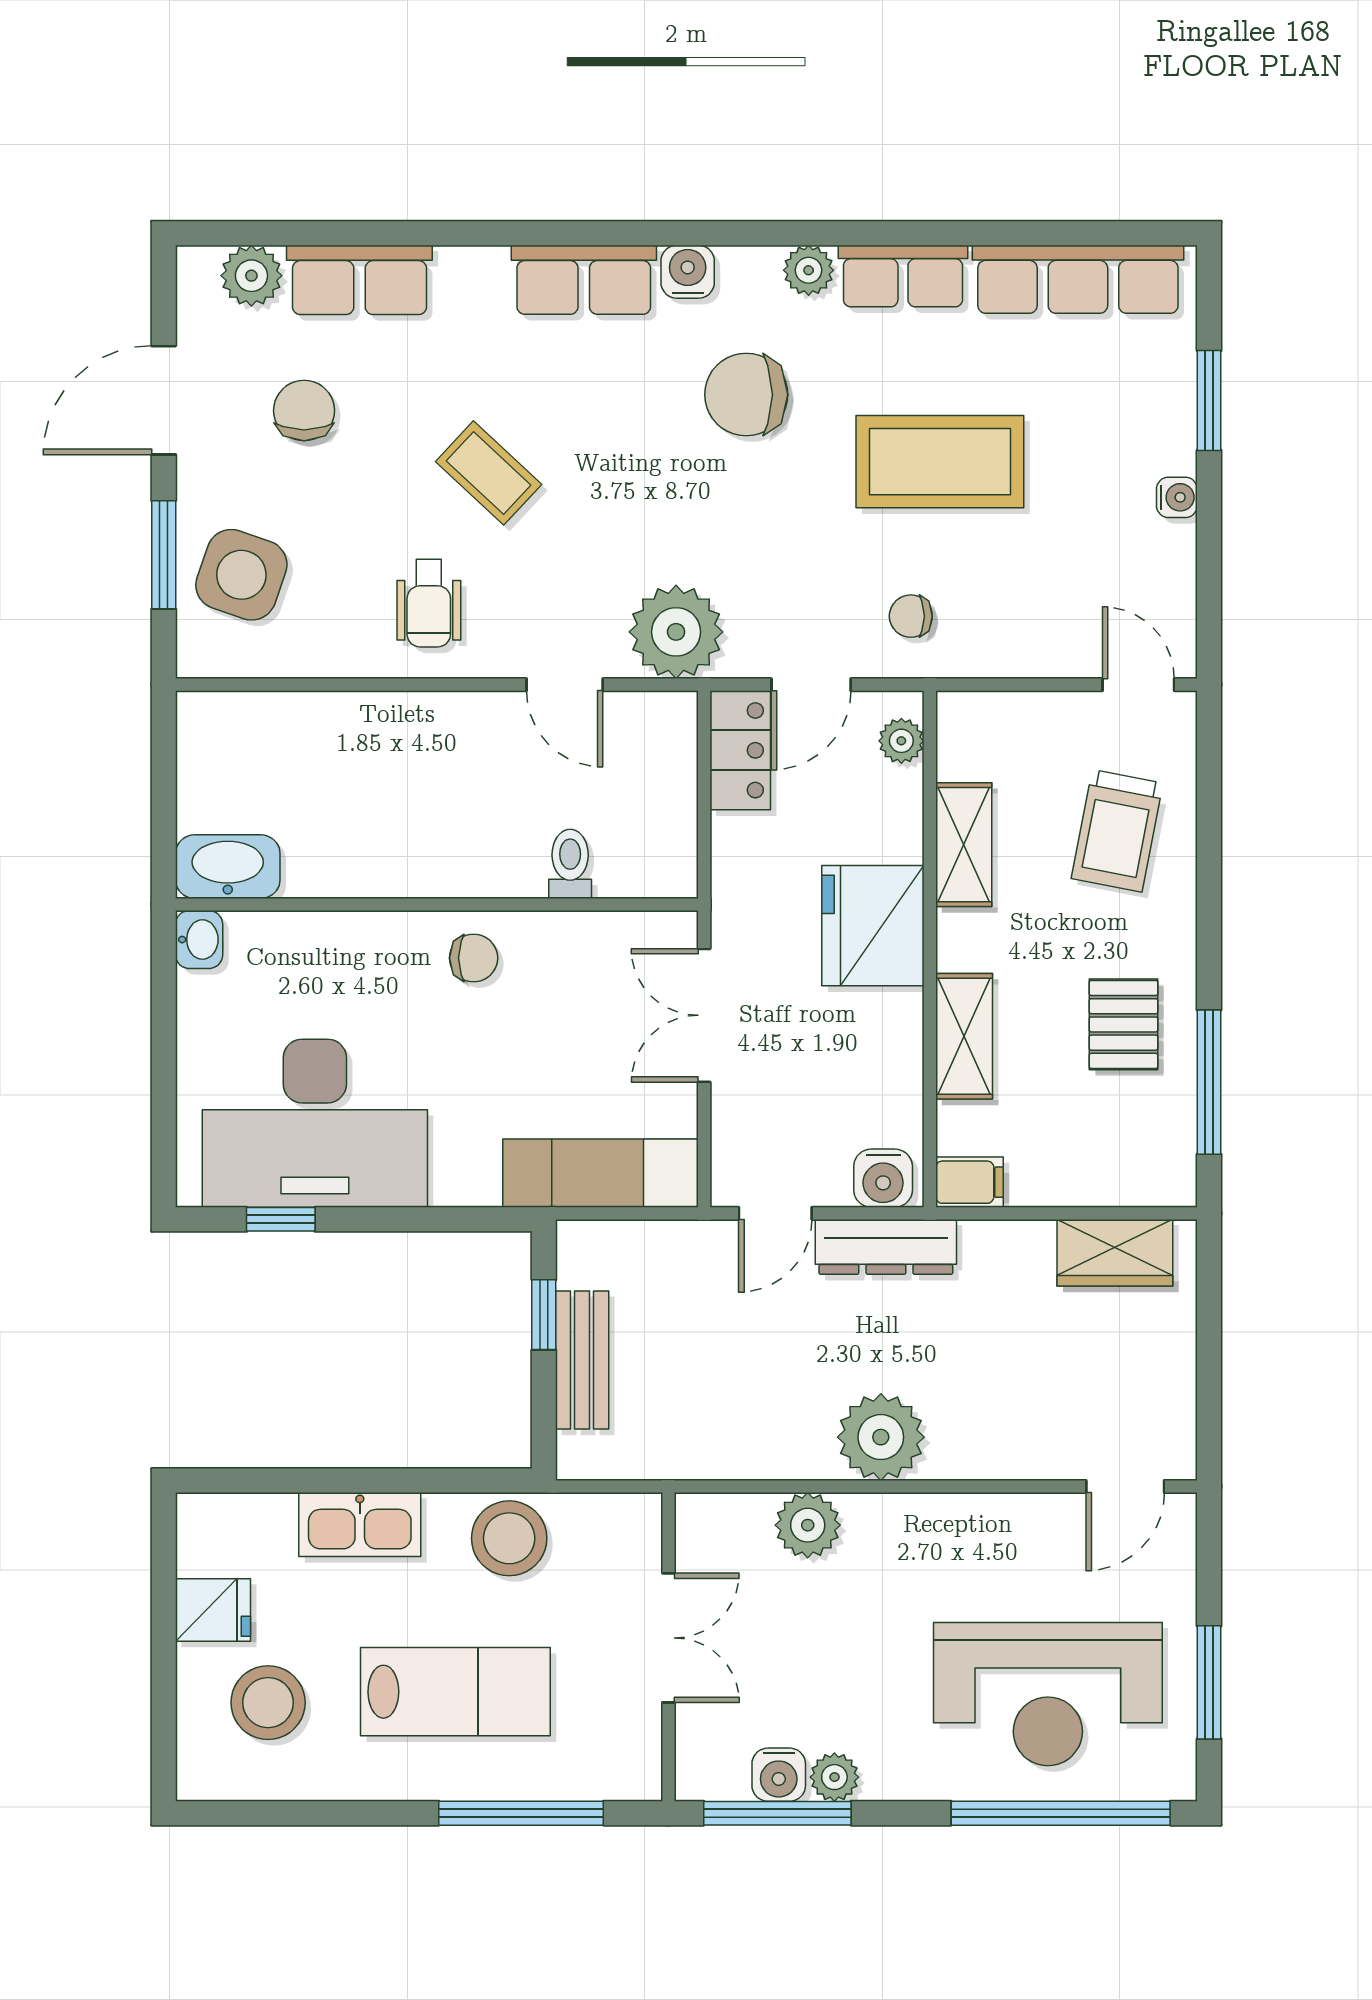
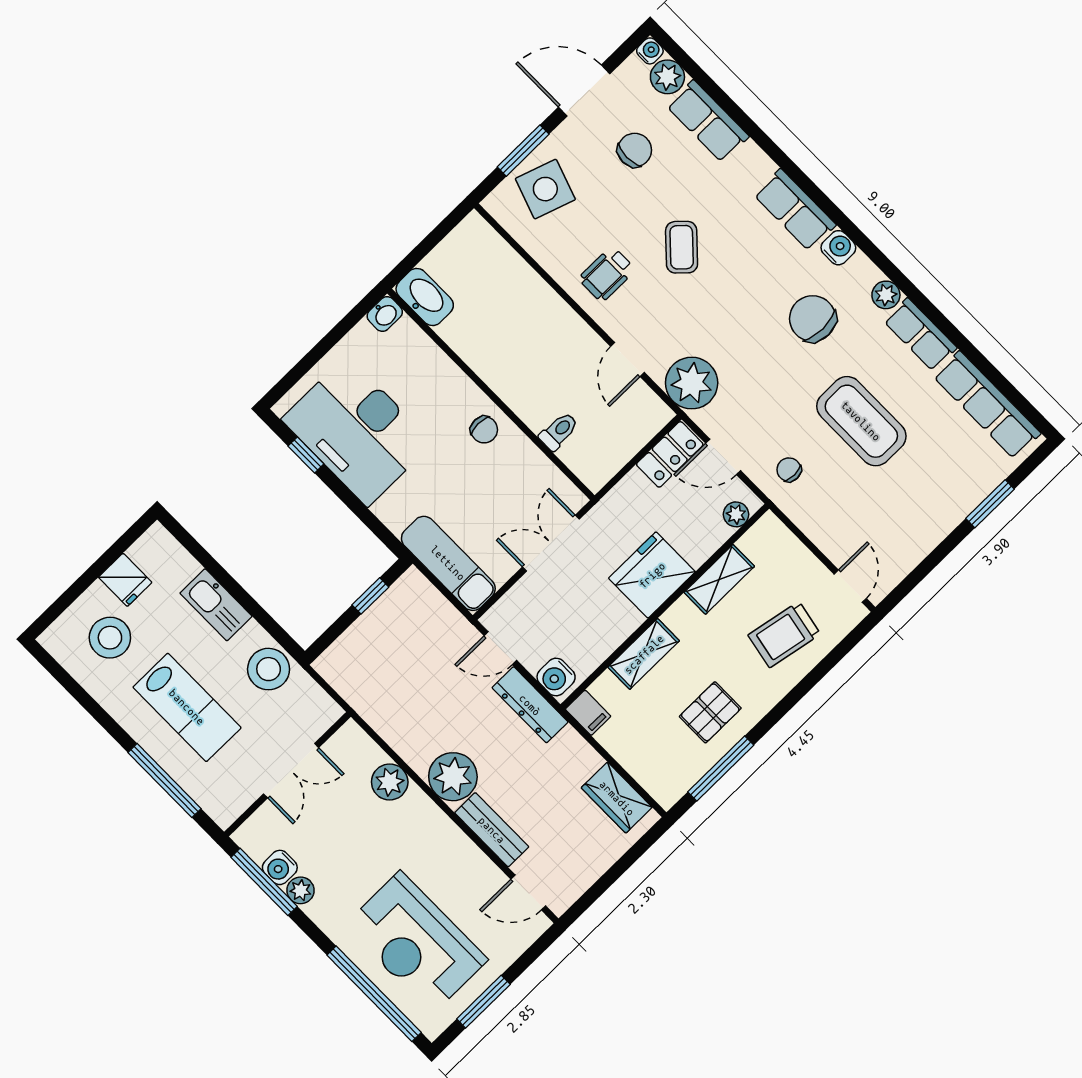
water cooler: (1177, 497) -> (650, 51), moved, turned -90
bench: (582, 1360) -> (492, 830), moved, turned 90

